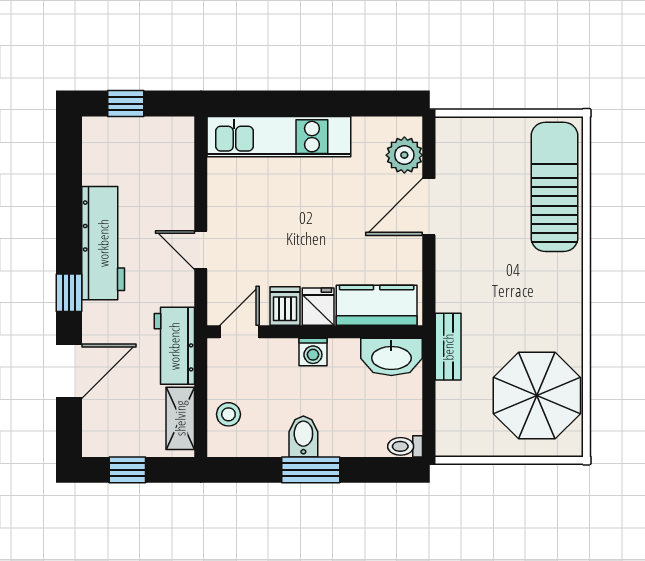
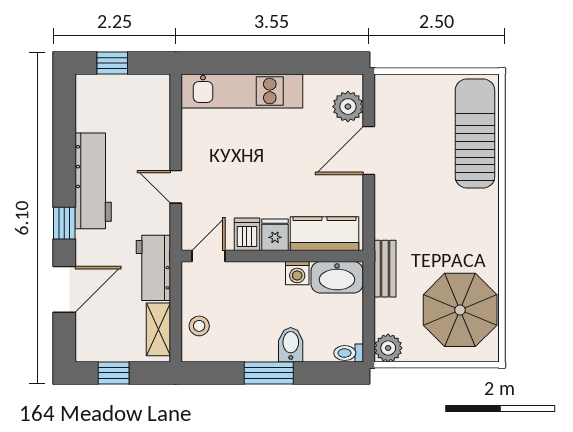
washing machine: (313, 352) -> (297, 273), moved
bidet: (303, 437) -> (291, 345), moved
plant: (452, 440) -> (388, 348), added

